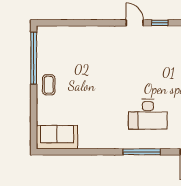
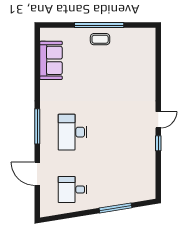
window: (34, 58) -> (99, 25), moved
sofa: (57, 137) -> (51, 60), moved

